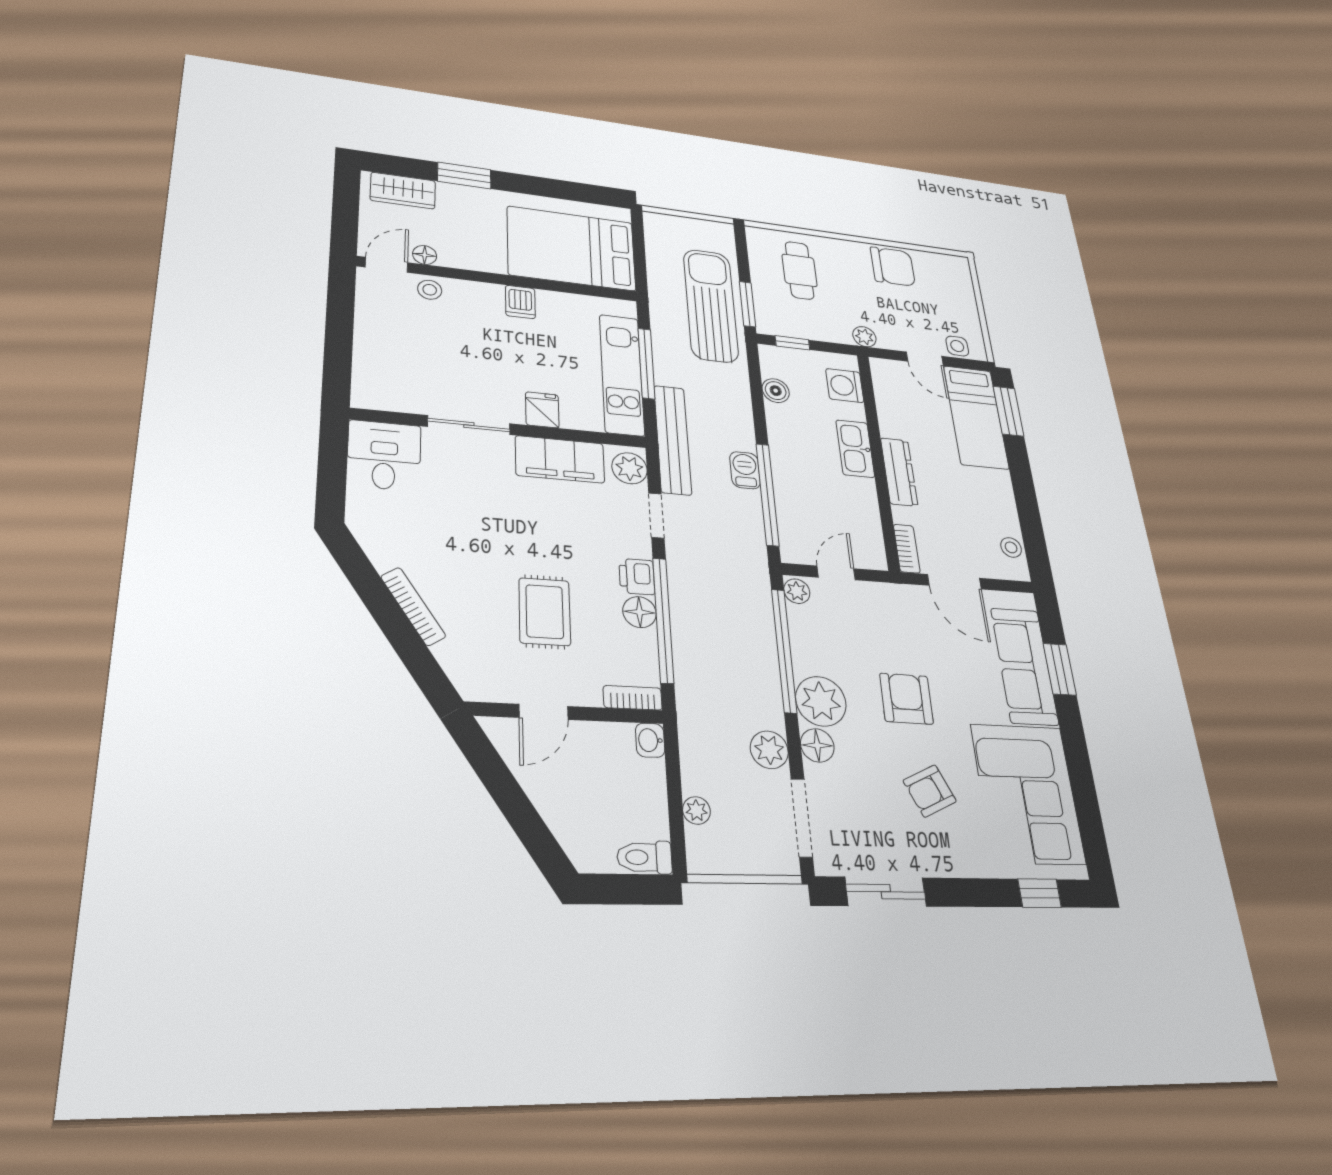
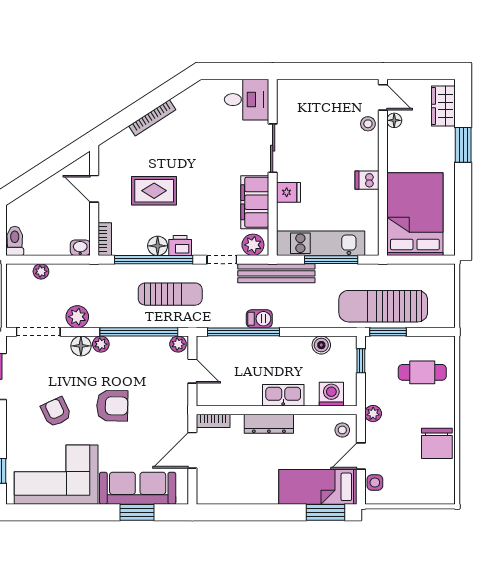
sun lounger: (711, 305) -> (383, 306), turned 180
stool: (1011, 547) -> (342, 430), moved
sun lounger: (718, 598) -> (170, 294), added
plant: (821, 701) -> (101, 344), width x0.53, depth x0.53

